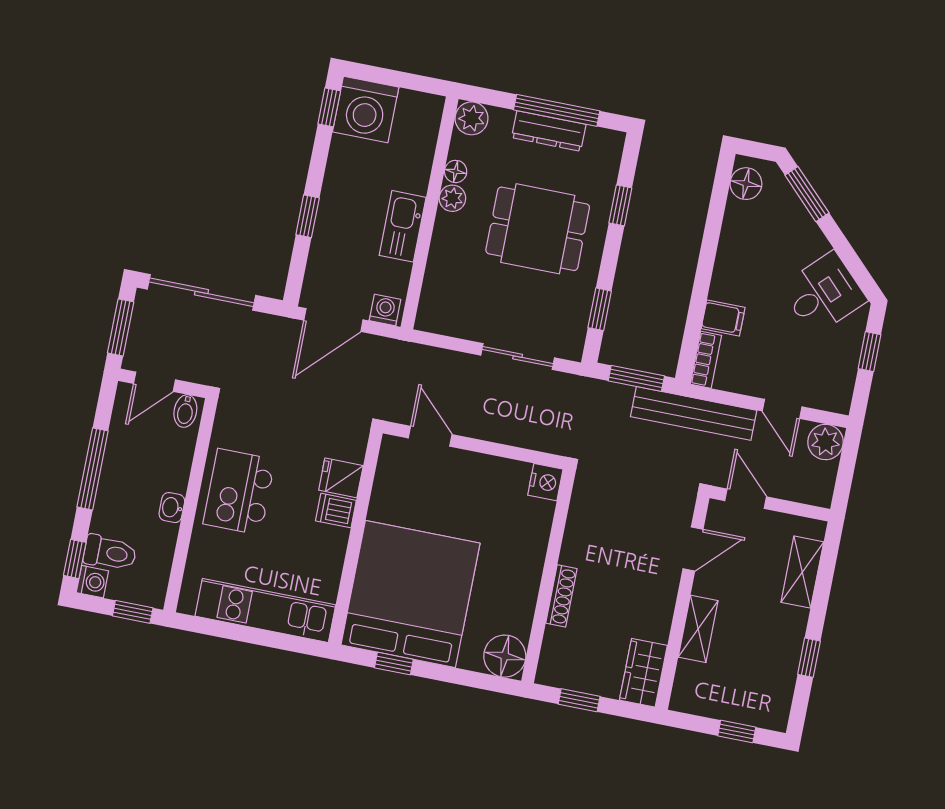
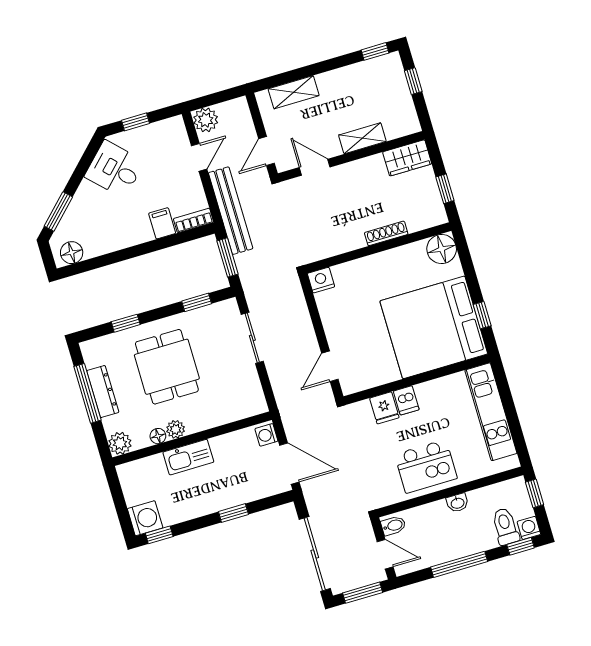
washing machine: (366, 109) -> (145, 518), width x0.73, depth x0.73
kitchen sink: (403, 226) -> (188, 457), moved
window: (809, 658) -> (375, 51), moved

